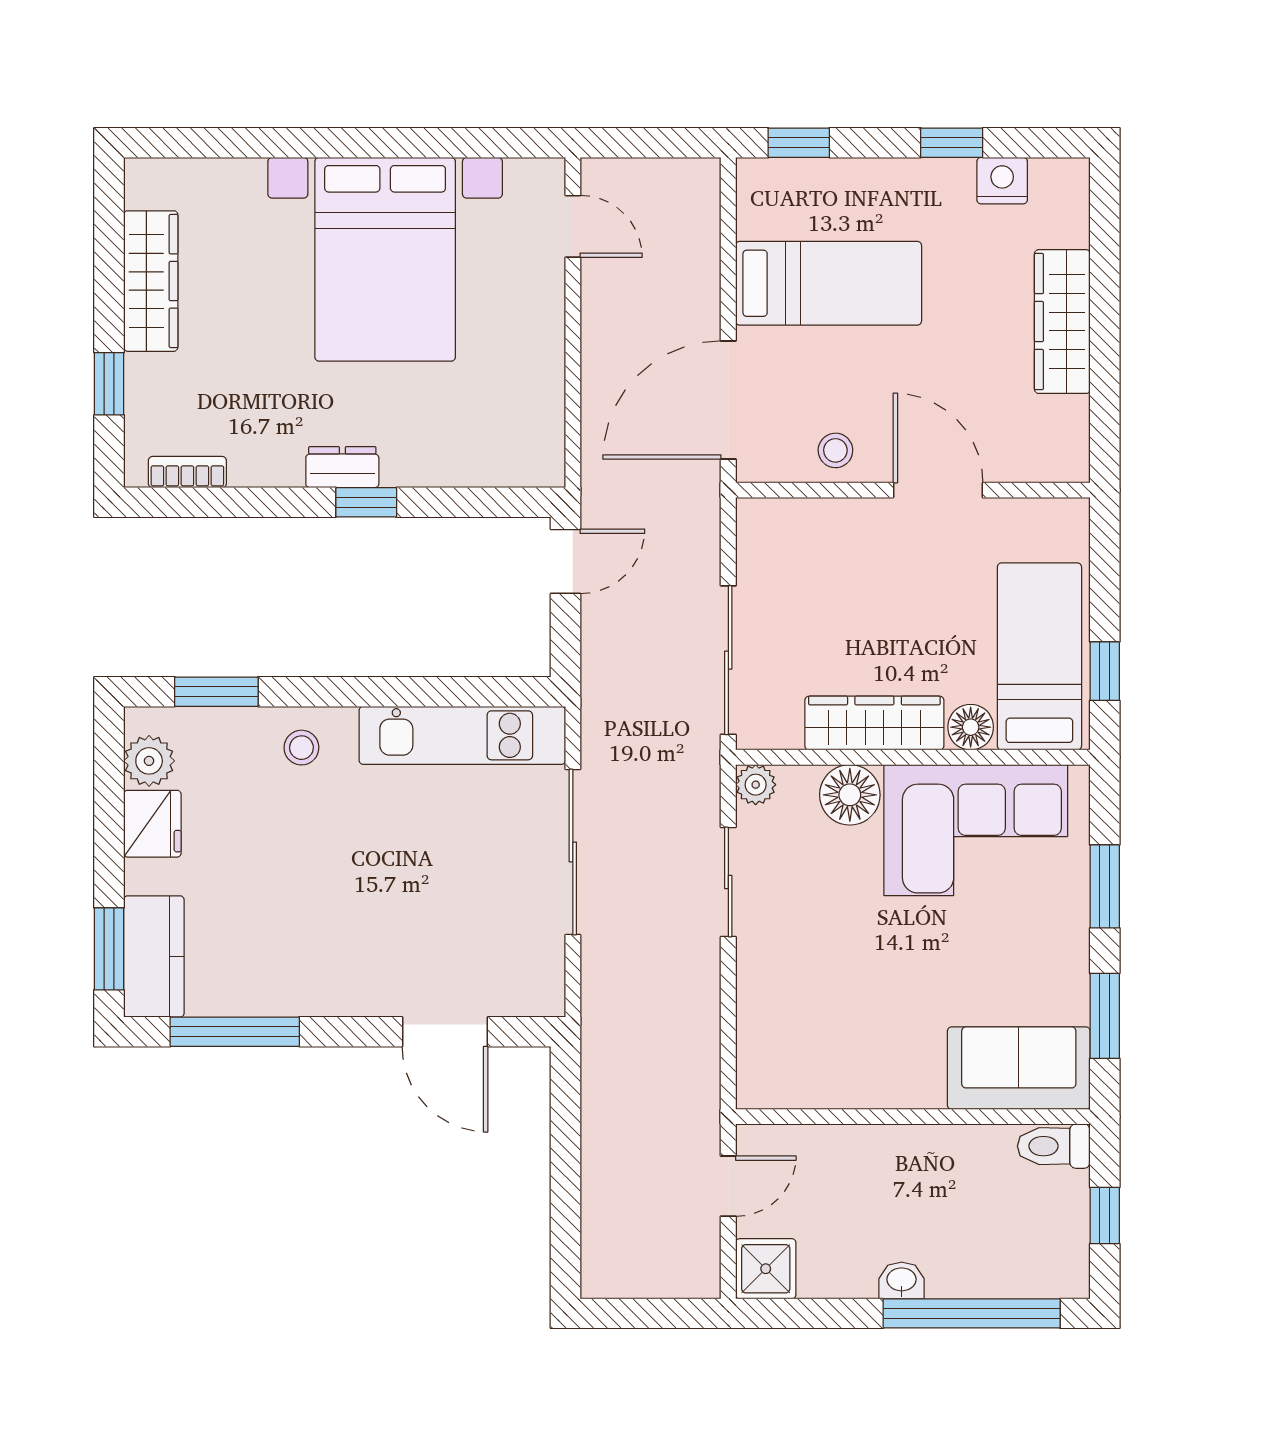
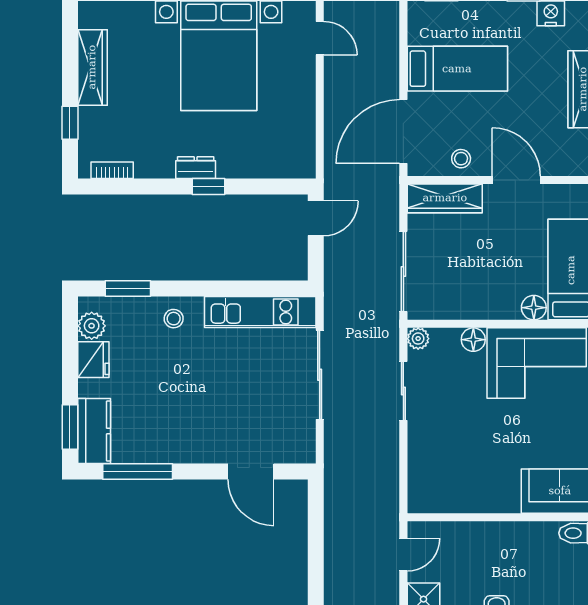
wardrobe: (874, 723) -> (445, 198), moved, turned 180
floor lamp: (850, 795) -> (473, 340), width x0.73, depth x0.73

